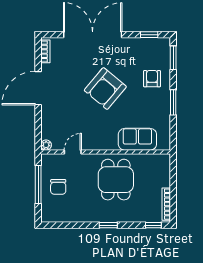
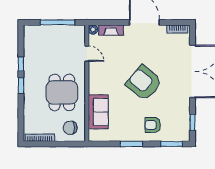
armchair: (152, 79) -> (153, 125), turned 180
fireplace: (47, 125) -> (111, 30), added
dining table: (116, 180) -> (62, 92), turned 90
chair: (58, 187) -> (70, 128), moved
window: (153, 225) -> (21, 64), moved

